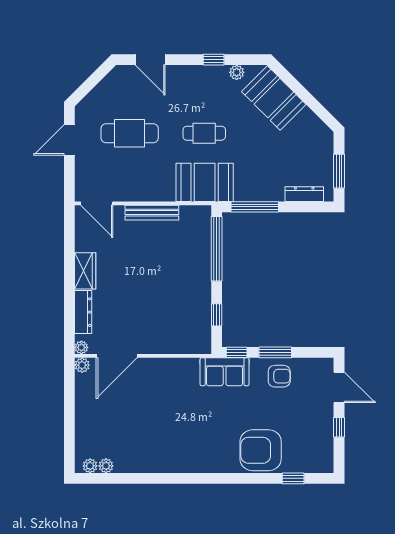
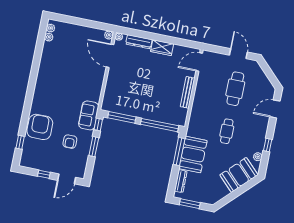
booth: (205, 182) -> (193, 155), moved
window: (217, 315) -> (122, 117), width x2.17
armchair: (279, 376) -> (70, 142), moved

